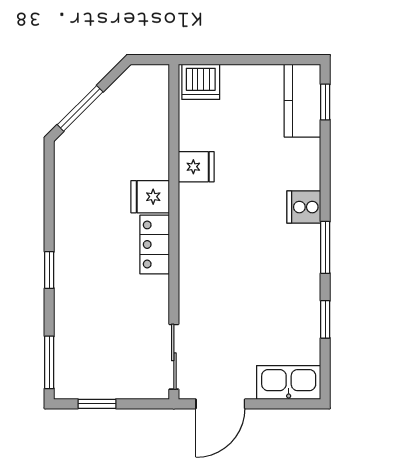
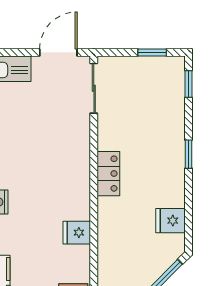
fridge: (150, 197) -> (170, 221), moved, turned 180
window: (49, 362) -> (188, 84), width x0.67

